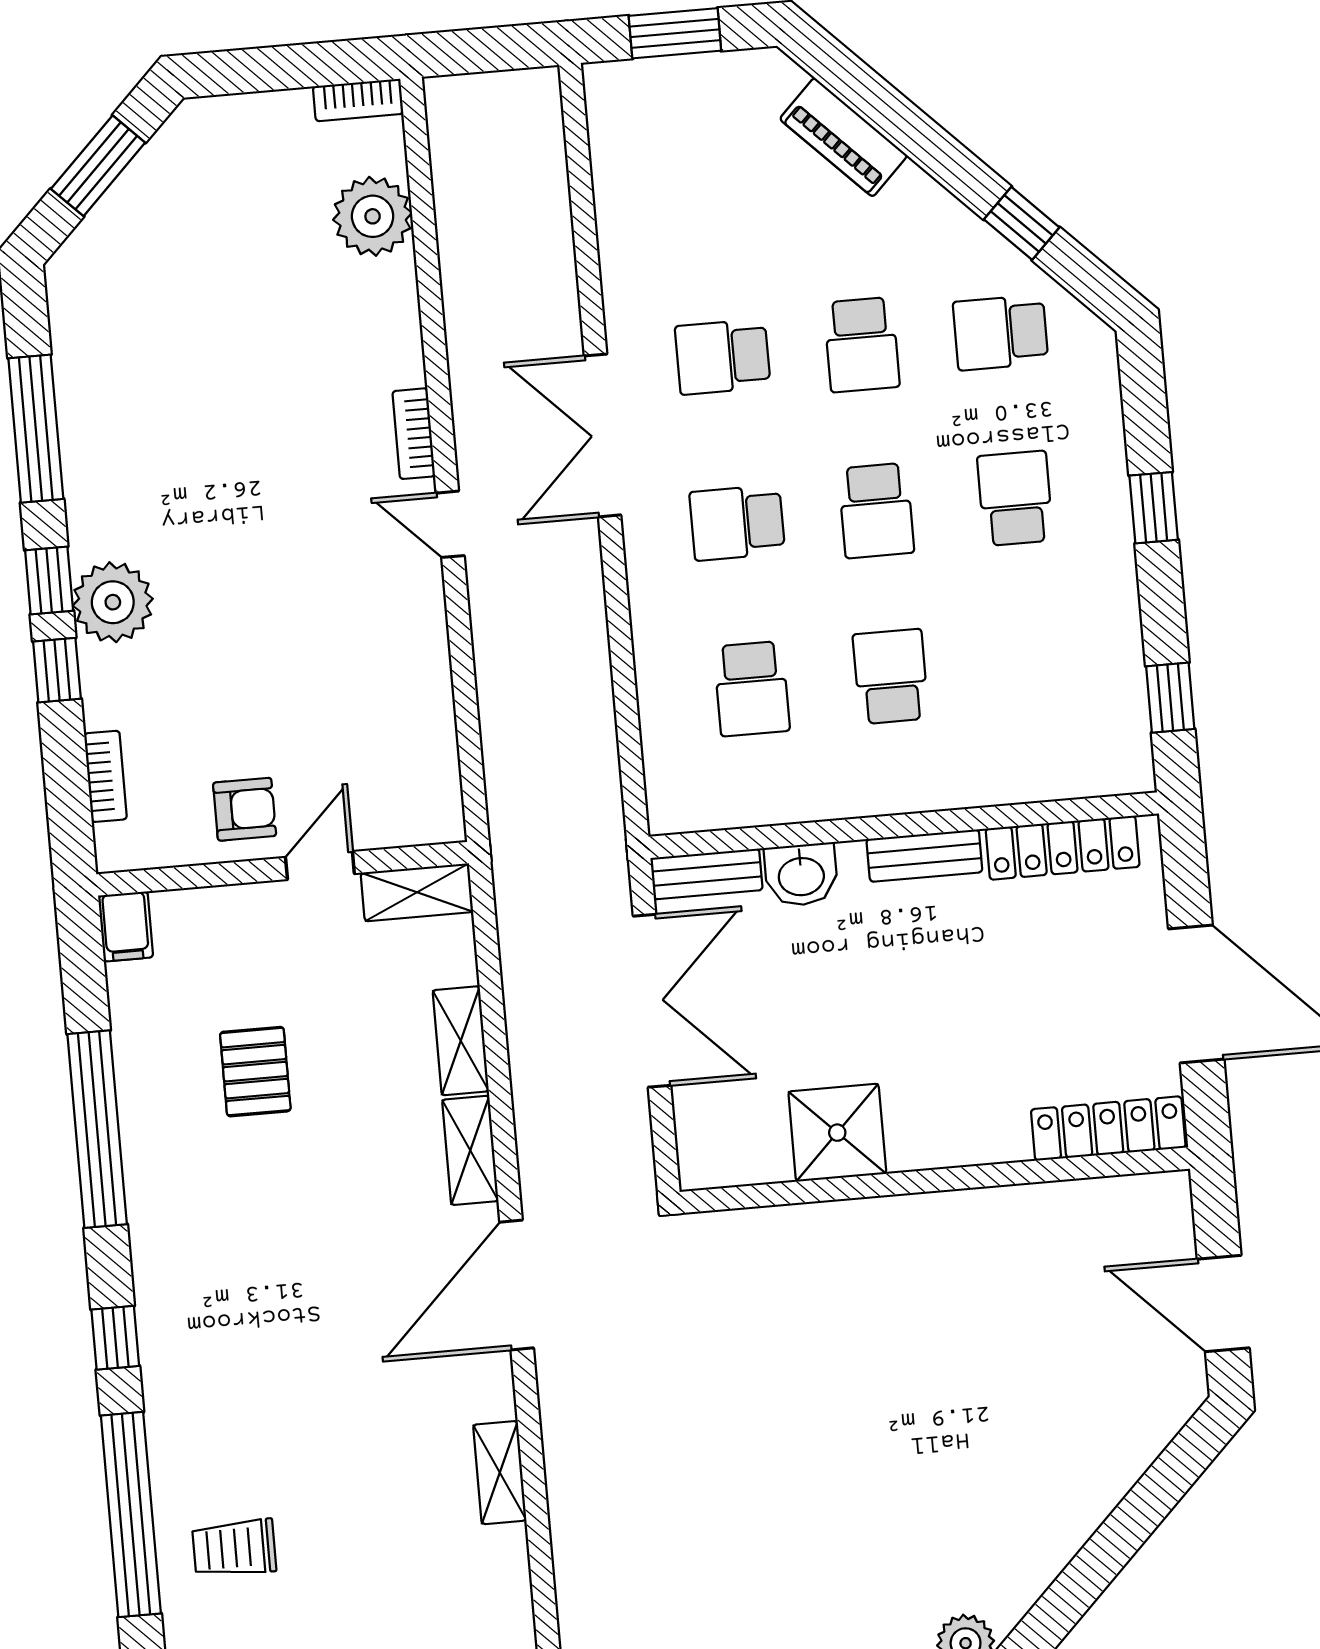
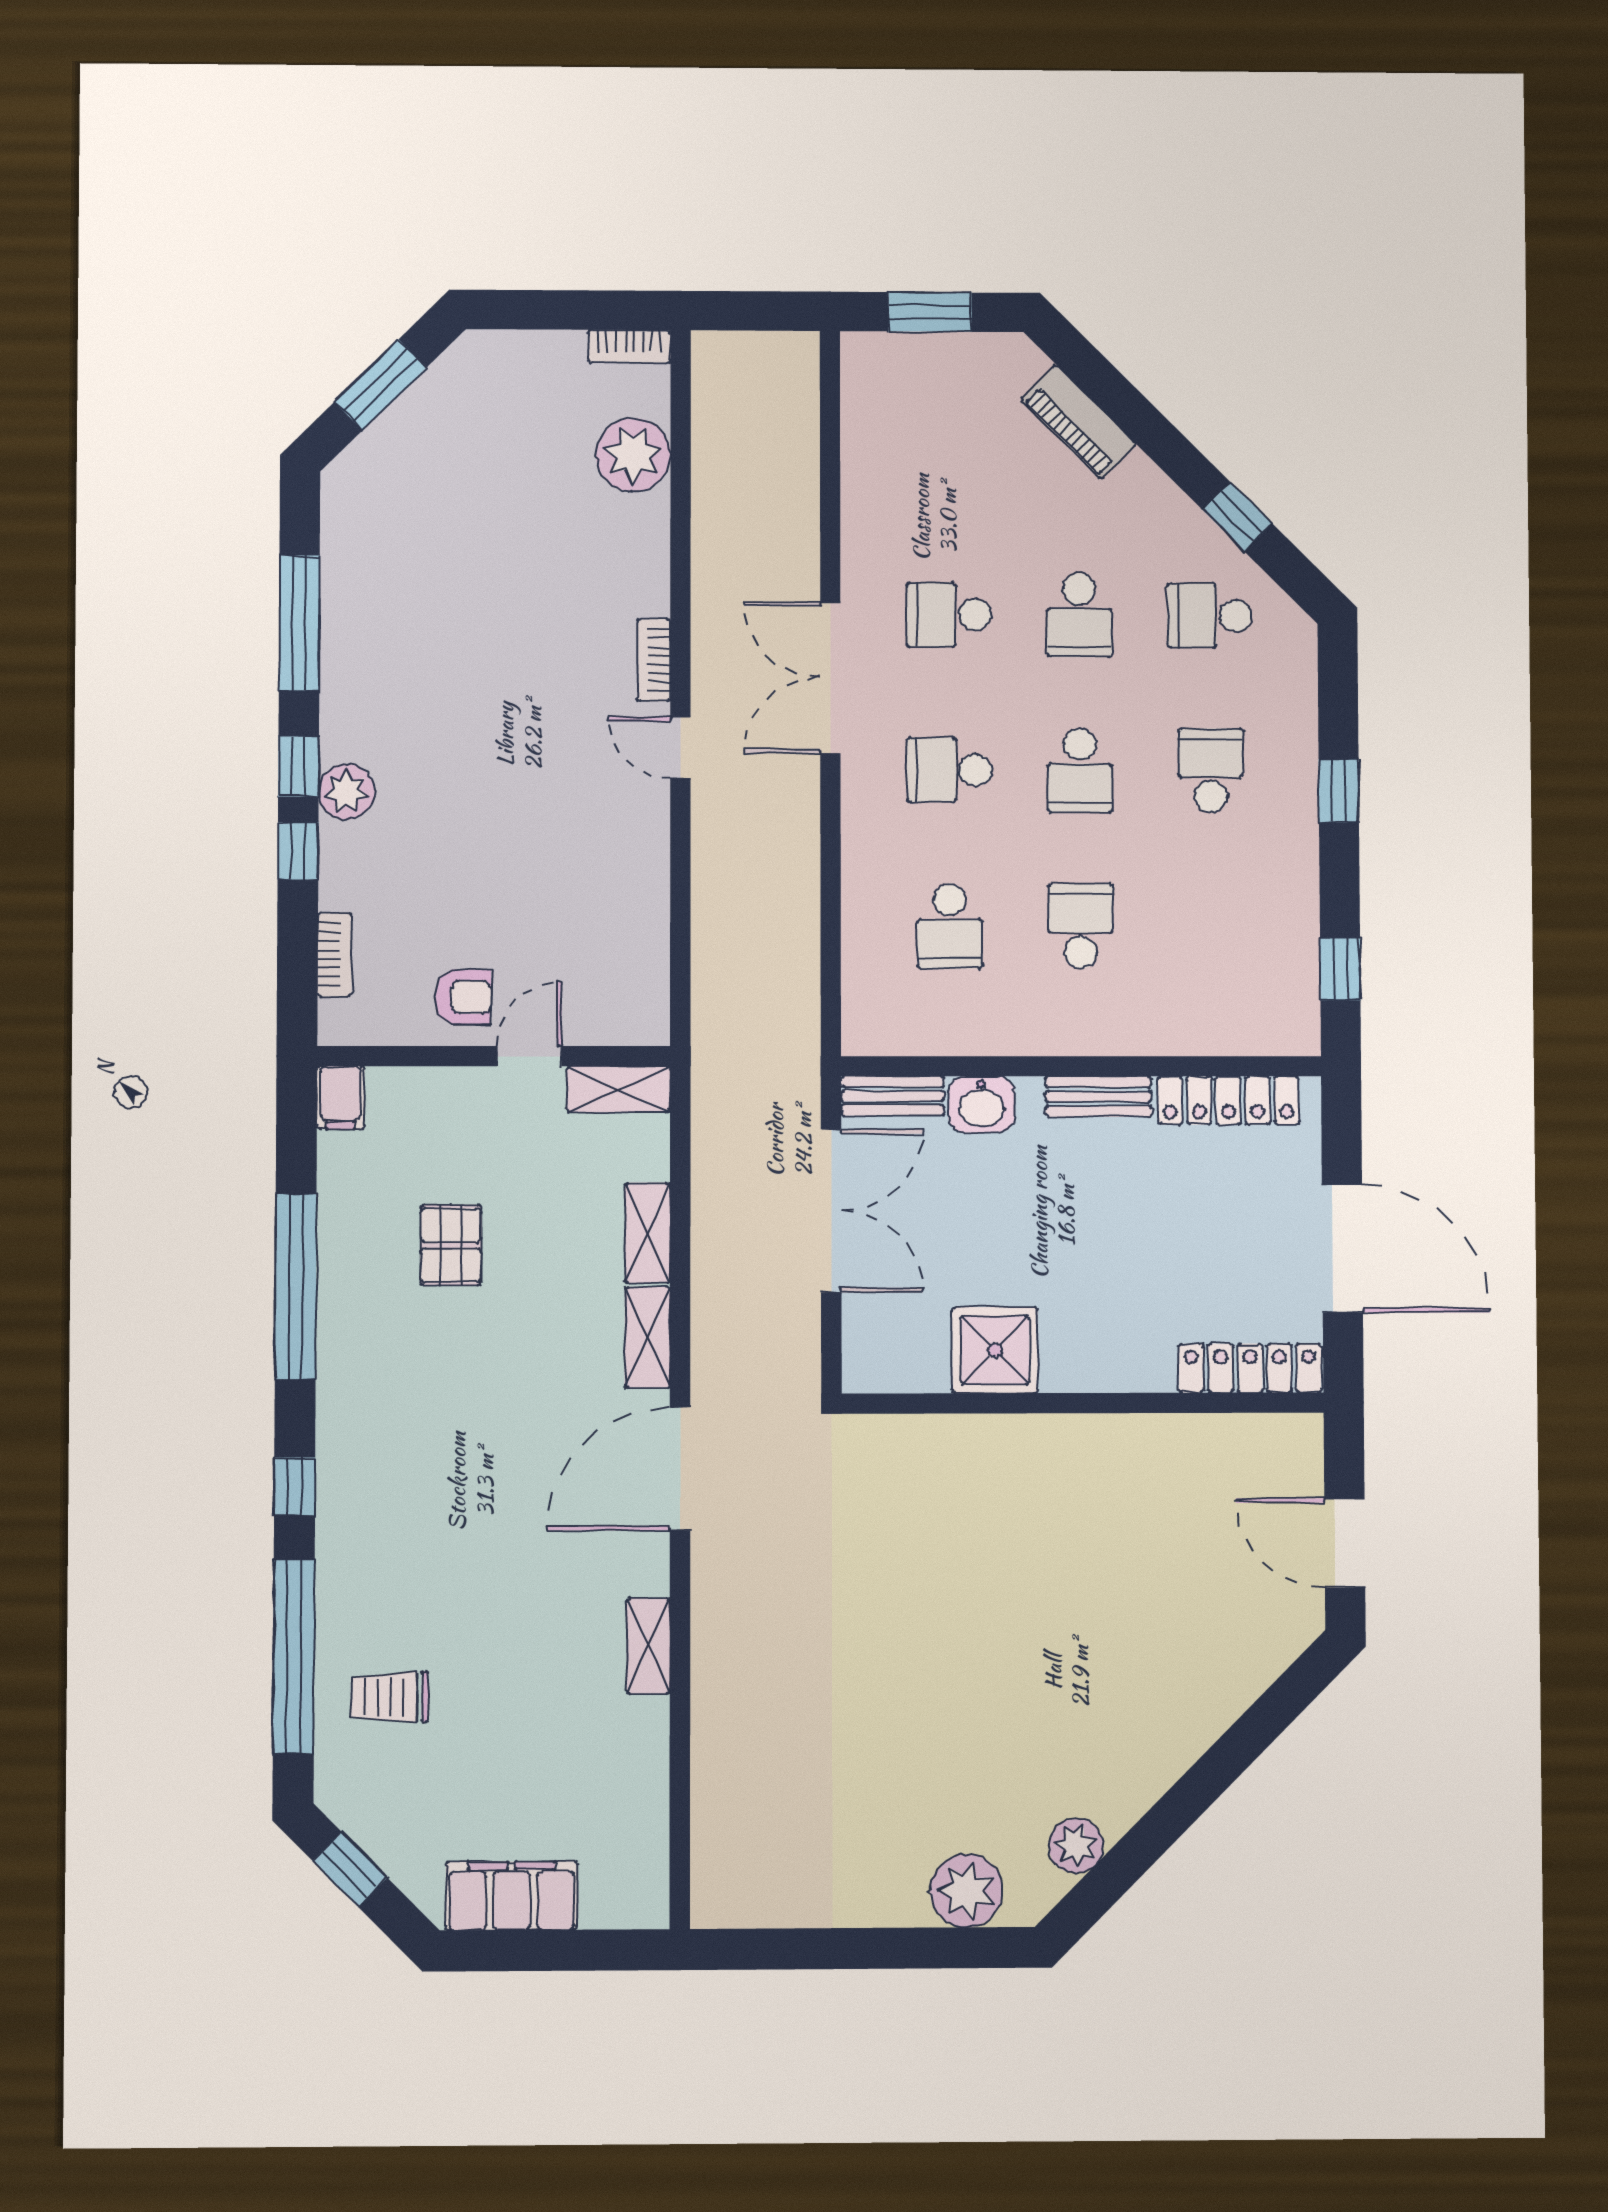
plant: (113, 602) -> (346, 792), width x0.73, depth x0.73

